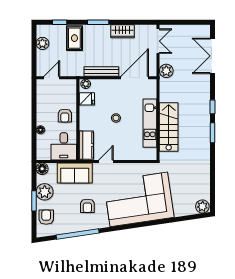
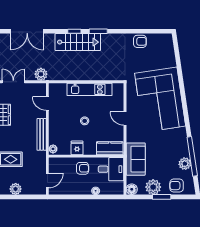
door: (52, 78) -> (47, 180), swing flipped
door: (135, 78) -> (47, 104), width x0.53
fridge: (87, 99) -> (77, 148), moved
stairs: (169, 127) -> (78, 42), moved, turned 180
door: (106, 161) -> (125, 118), moved
armchair: (87, 206) -> (140, 41), moved
plant: (202, 206) -> (185, 164), moved

